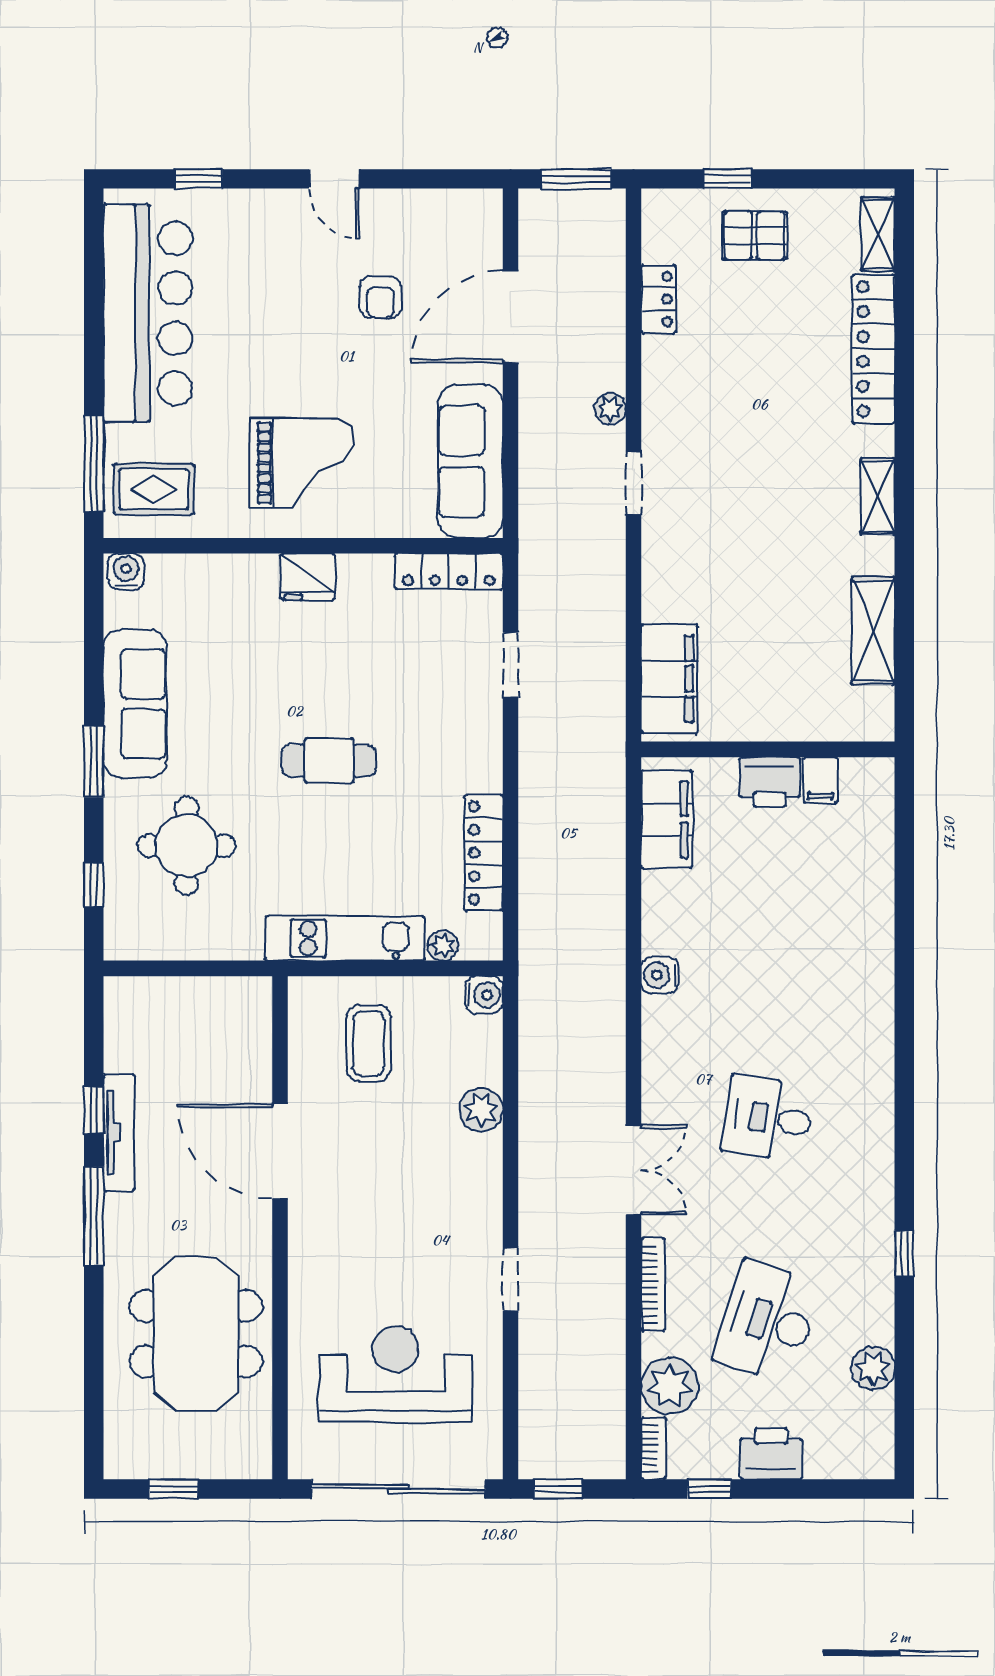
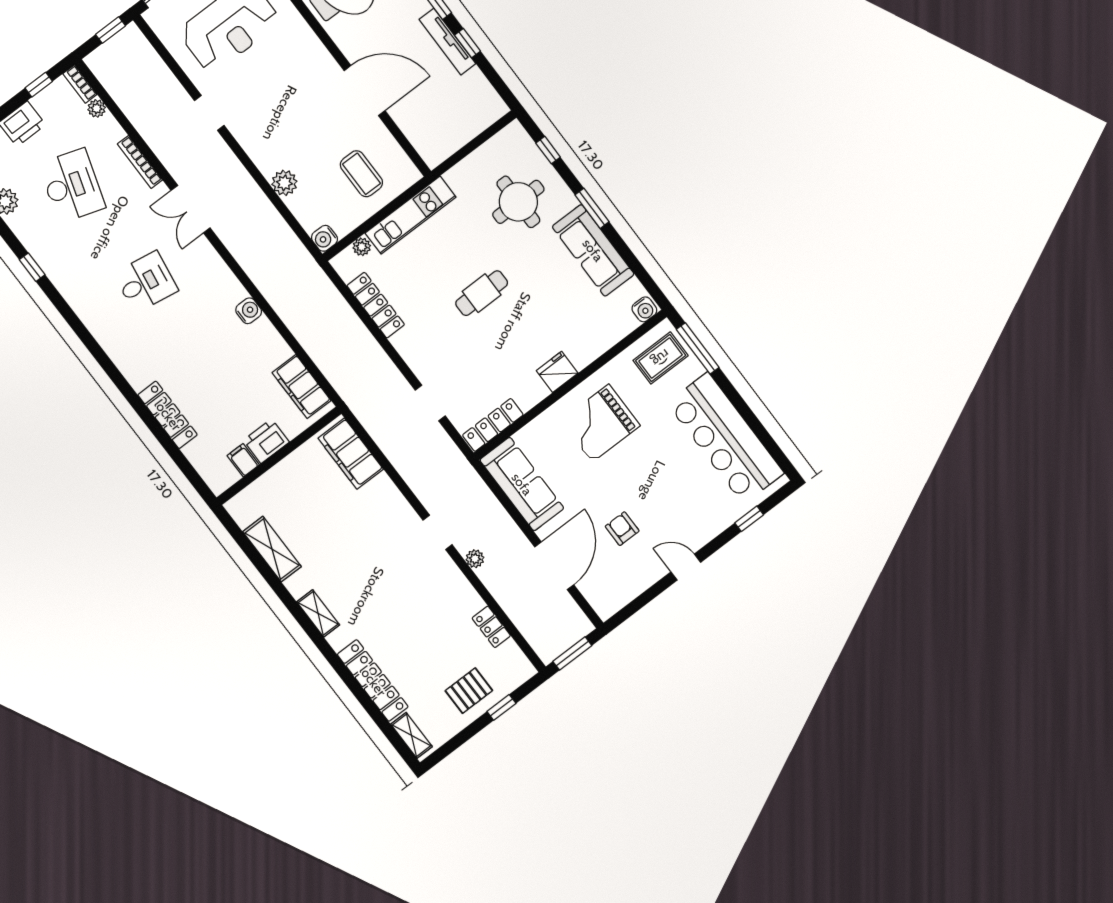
locker: (875, 918) -> (168, 415), added
plant: (670, 1386) -> (97, 108), width x0.53, depth x0.53

